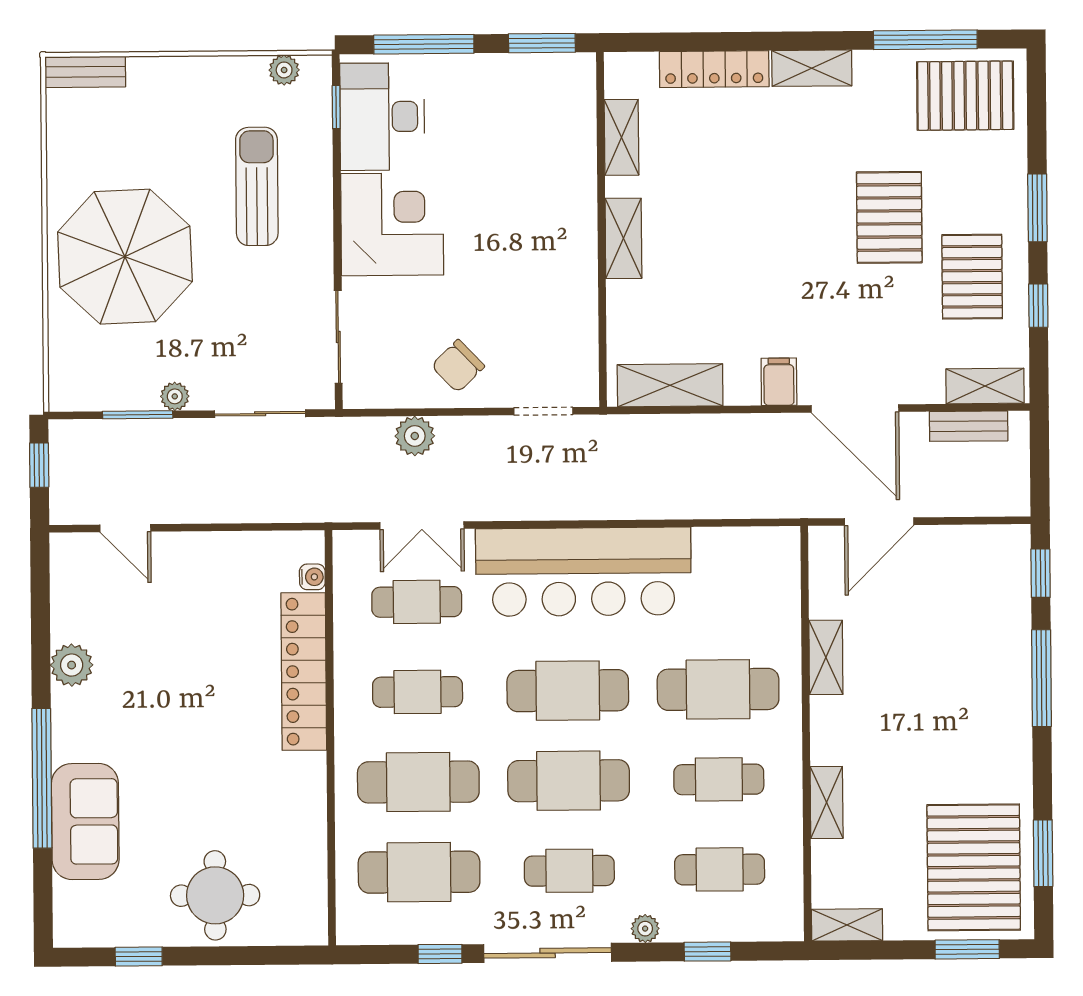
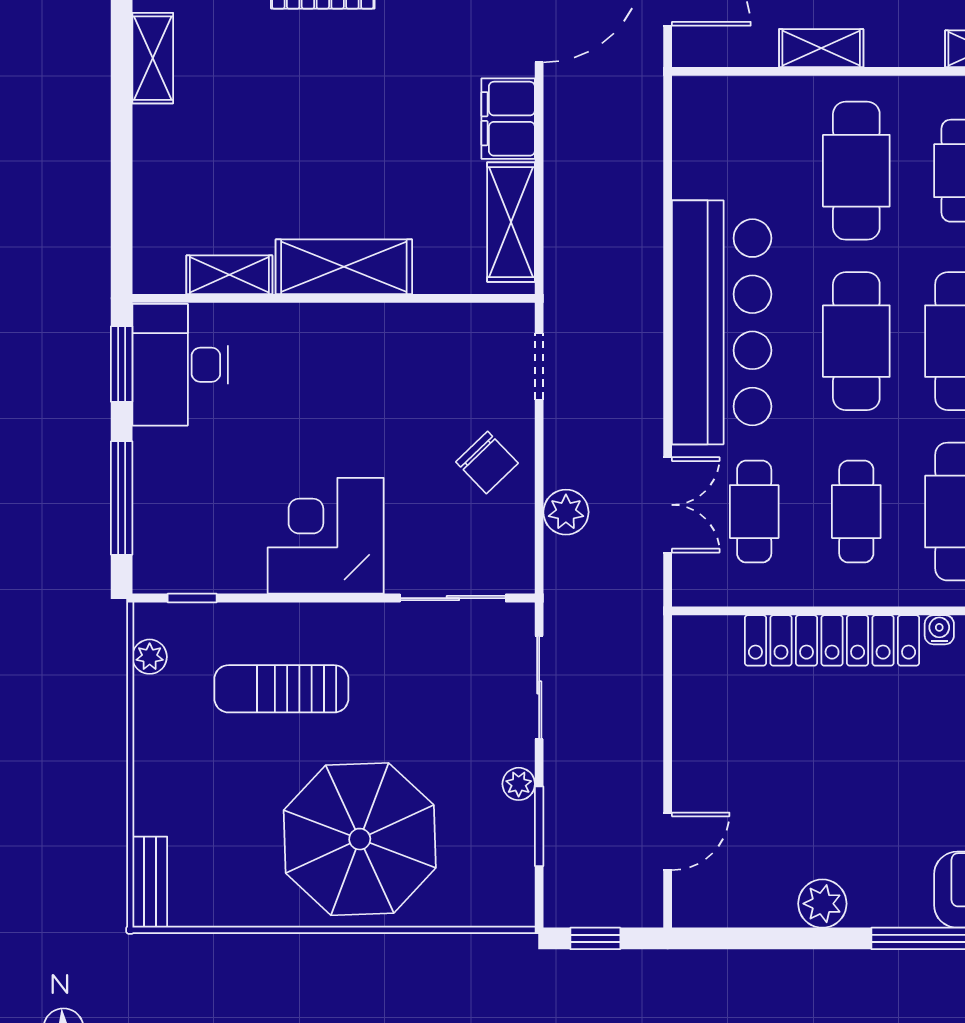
locker: (714, 69) -> (153, 169), removed
desk: (382, 117) -> (180, 365), moved, turned 90
shelving: (623, 238) -> (344, 267), width x1.50, depth x1.33
filing cabinet: (779, 382) -> (508, 119), width x2.00
water cooler: (312, 577) -> (939, 630), moved

